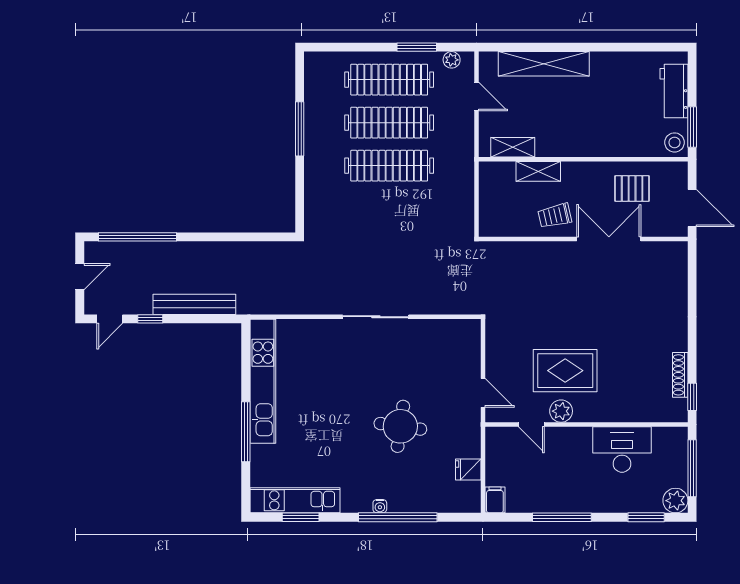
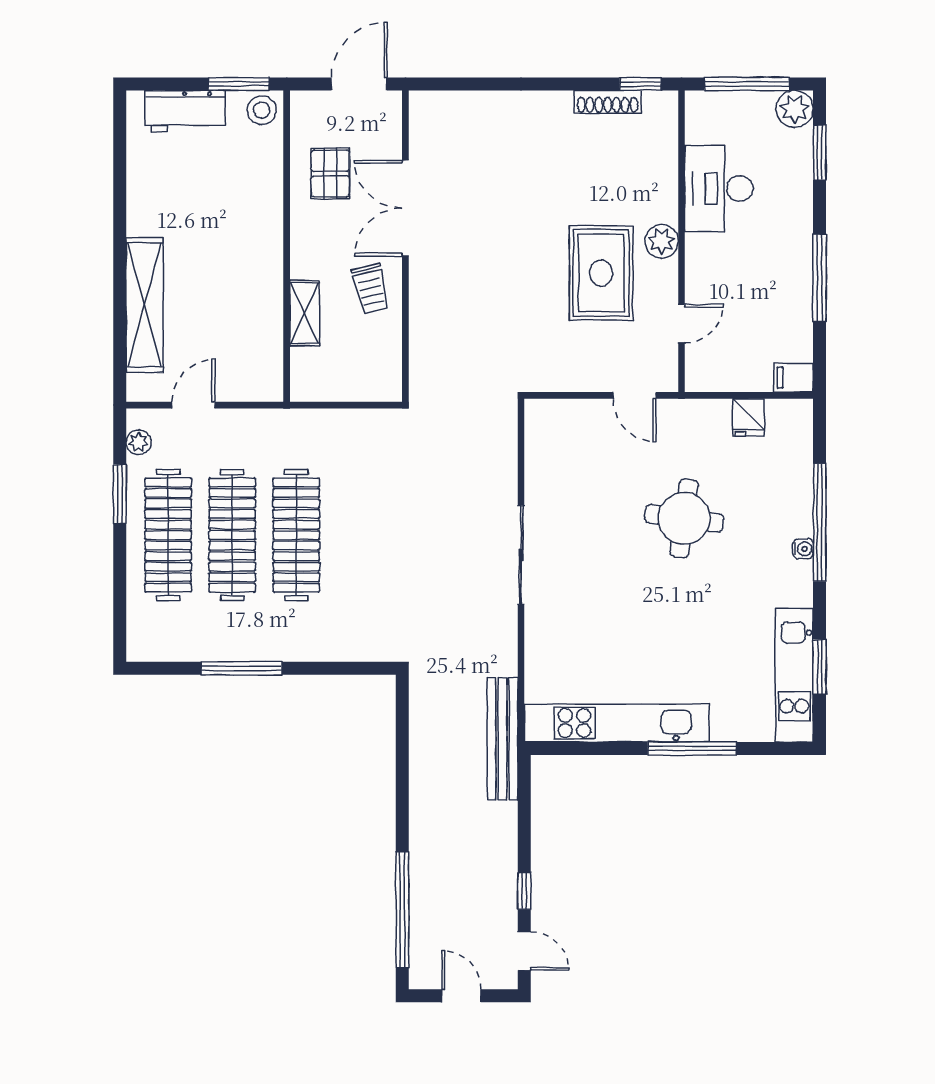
shelving: (513, 147) -> (269, 351), removed
bench: (194, 304) -> (503, 739), moved
door: (483, 393) -> (634, 395), swing flipped
plant: (561, 411) -> (662, 241), moved

